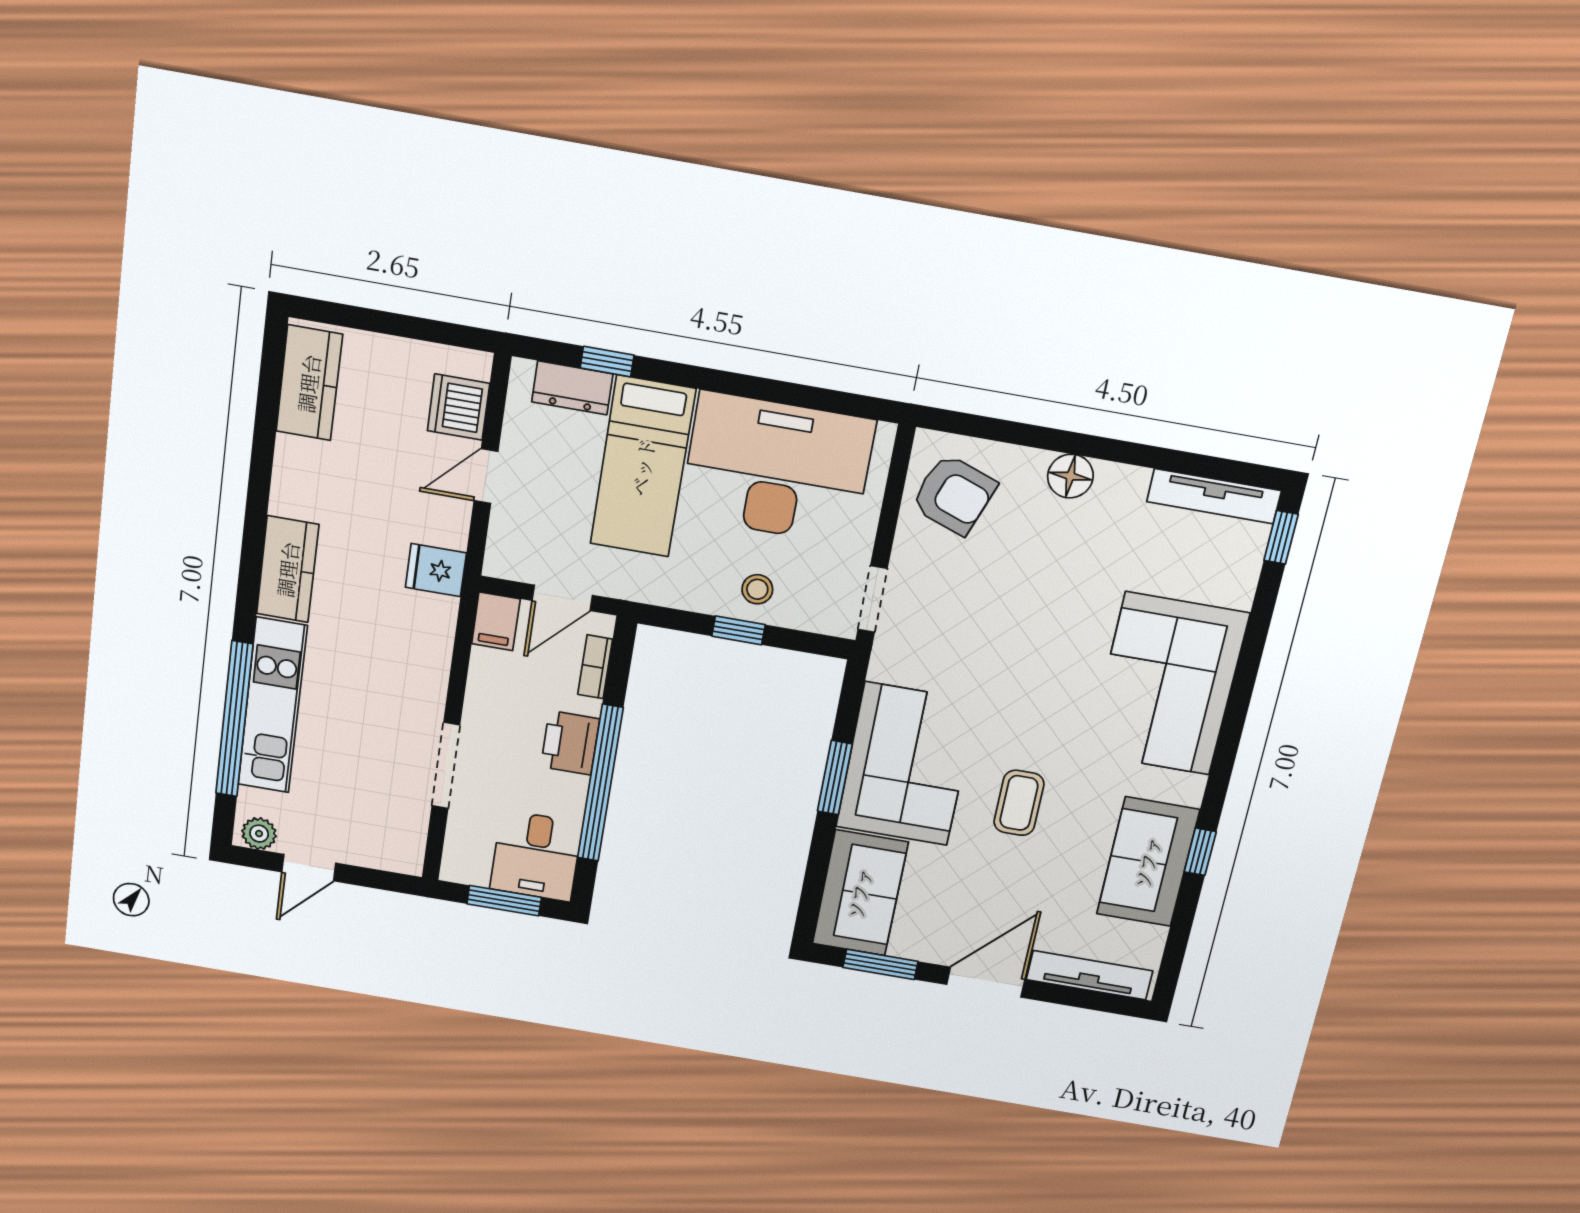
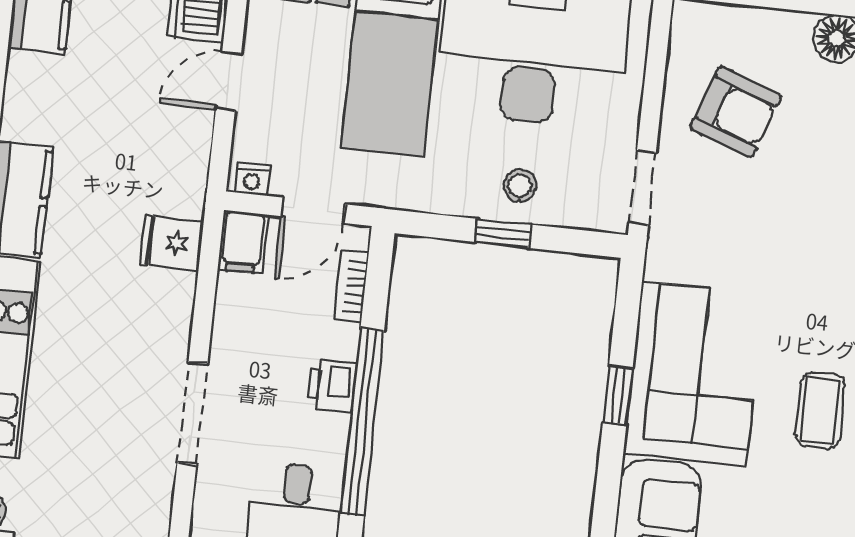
armchair: (954, 495) -> (736, 112), moved
nightstand: (506, 566) -> (252, 179), added
fridge: (436, 570) -> (172, 243), moved
printer: (570, 743) -> (332, 386), width x0.73, depth x0.81
window: (835, 778) -> (618, 396), width x0.67

